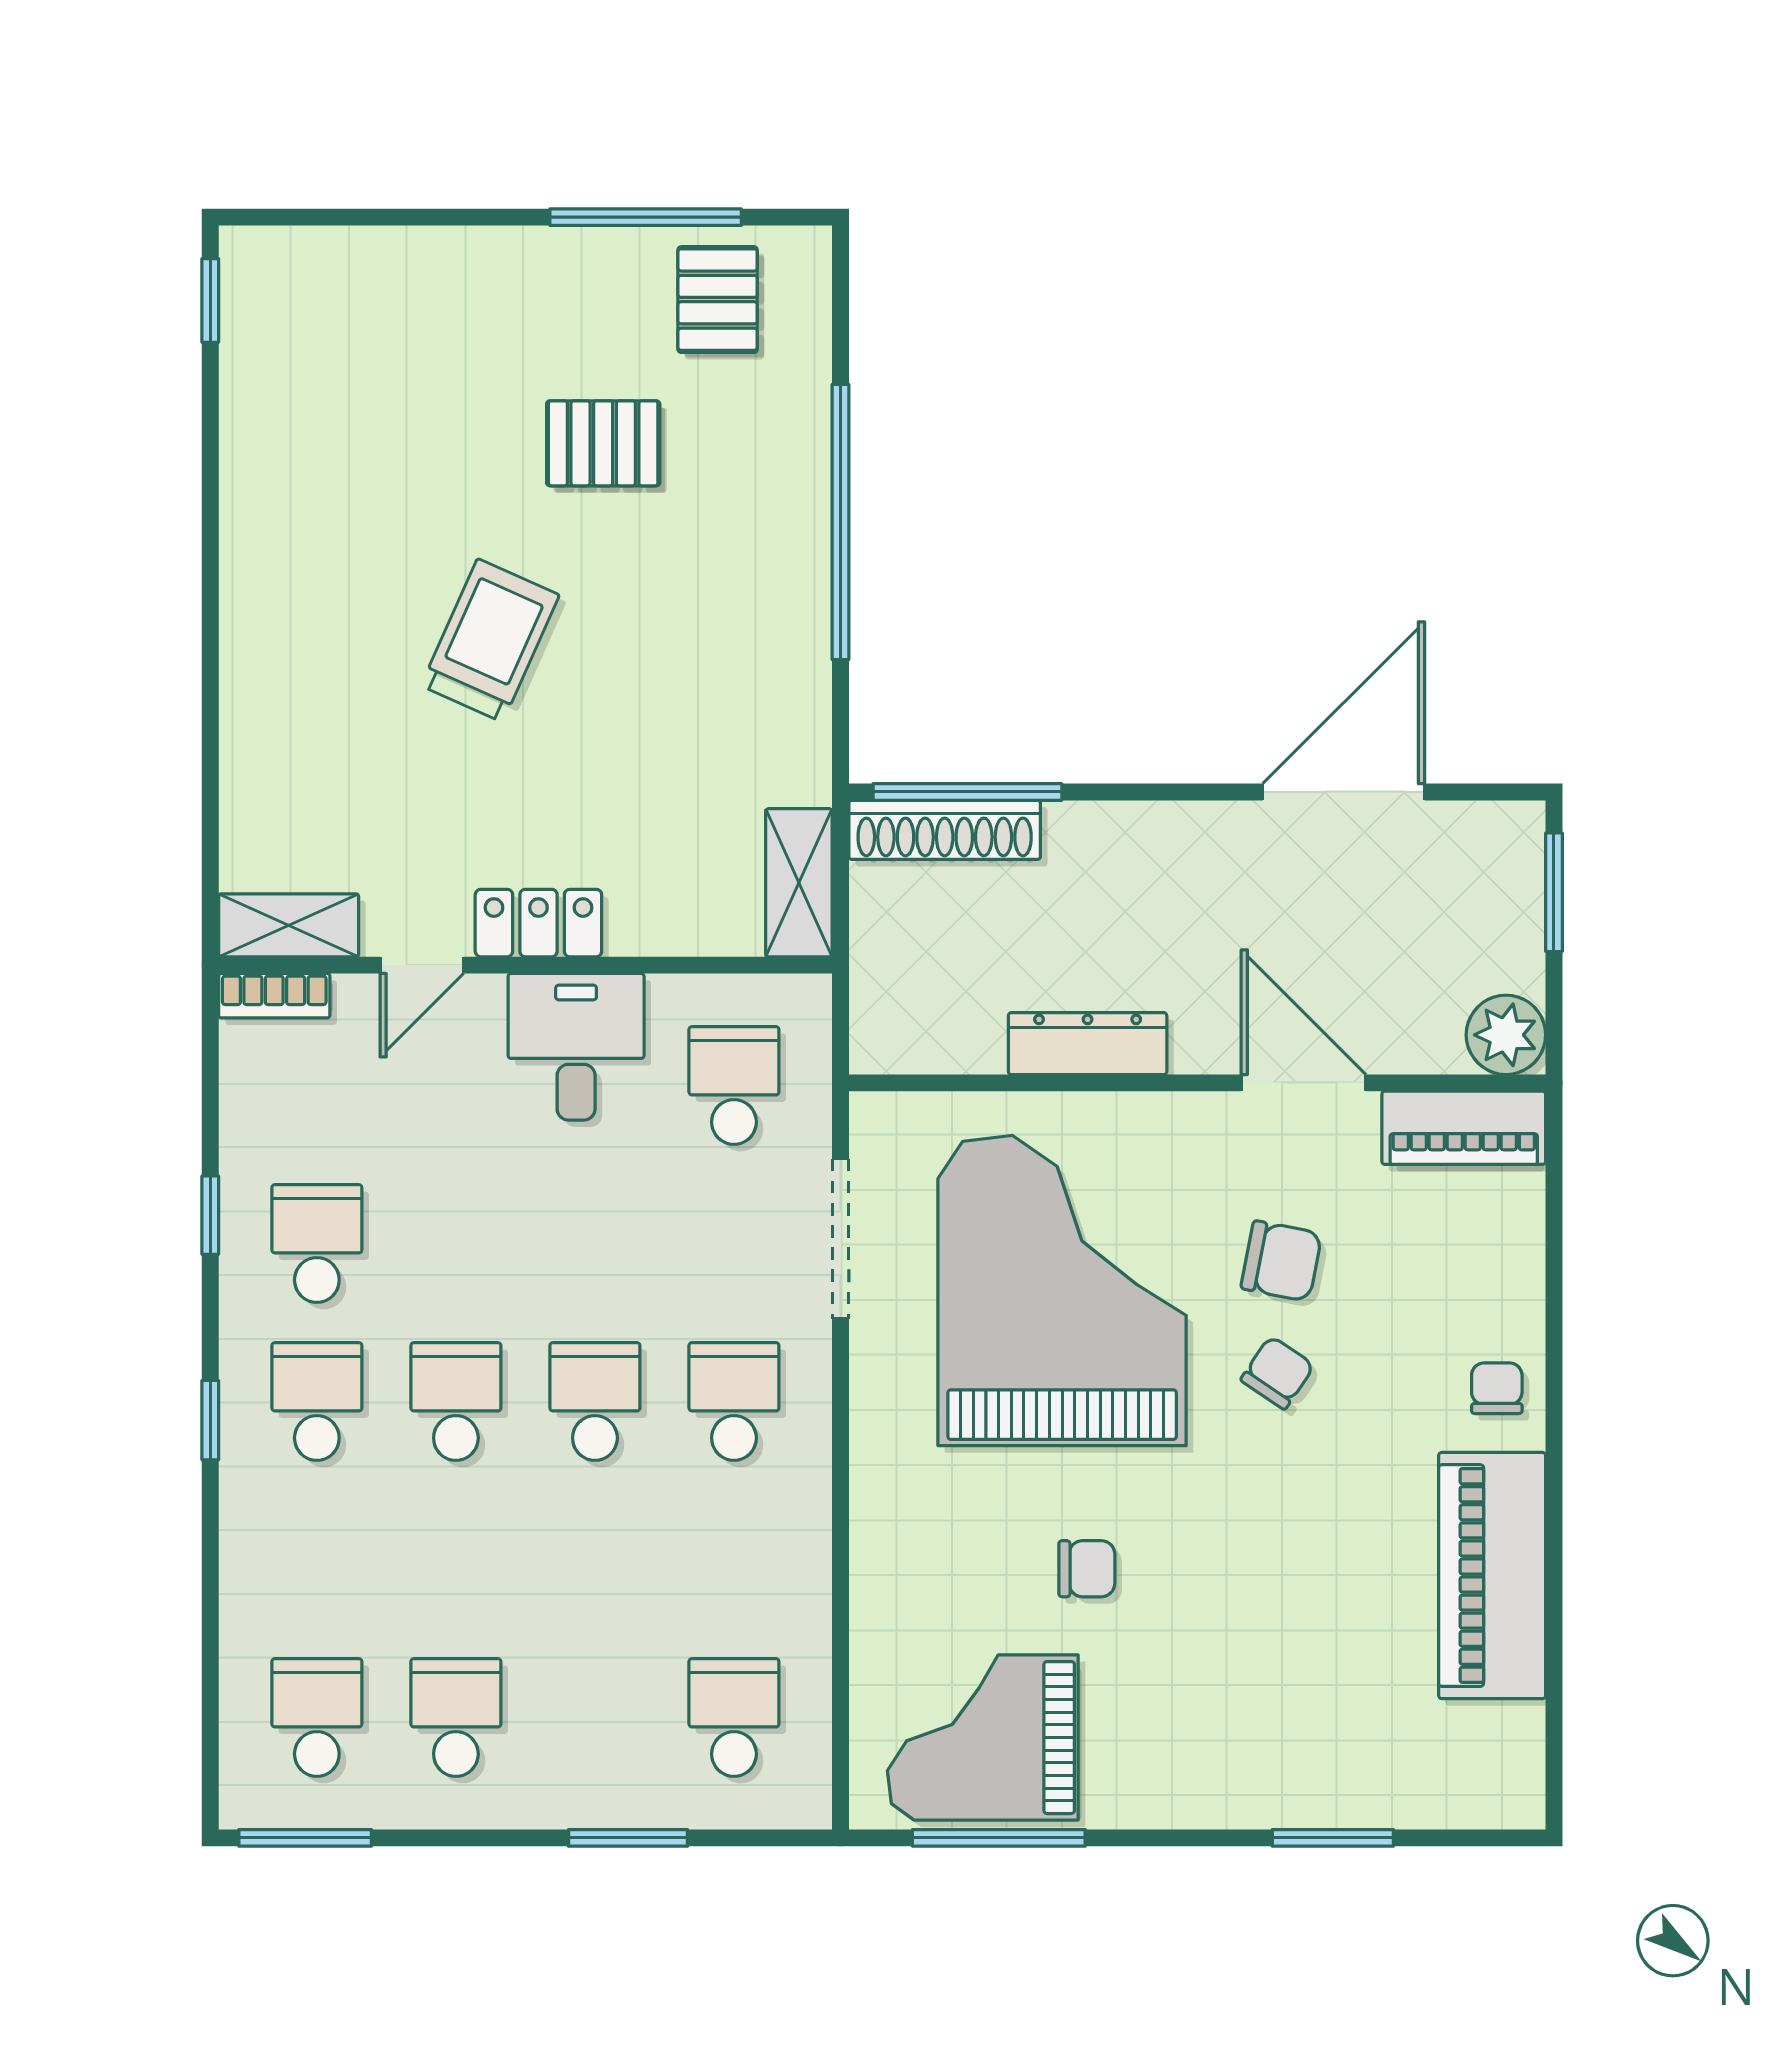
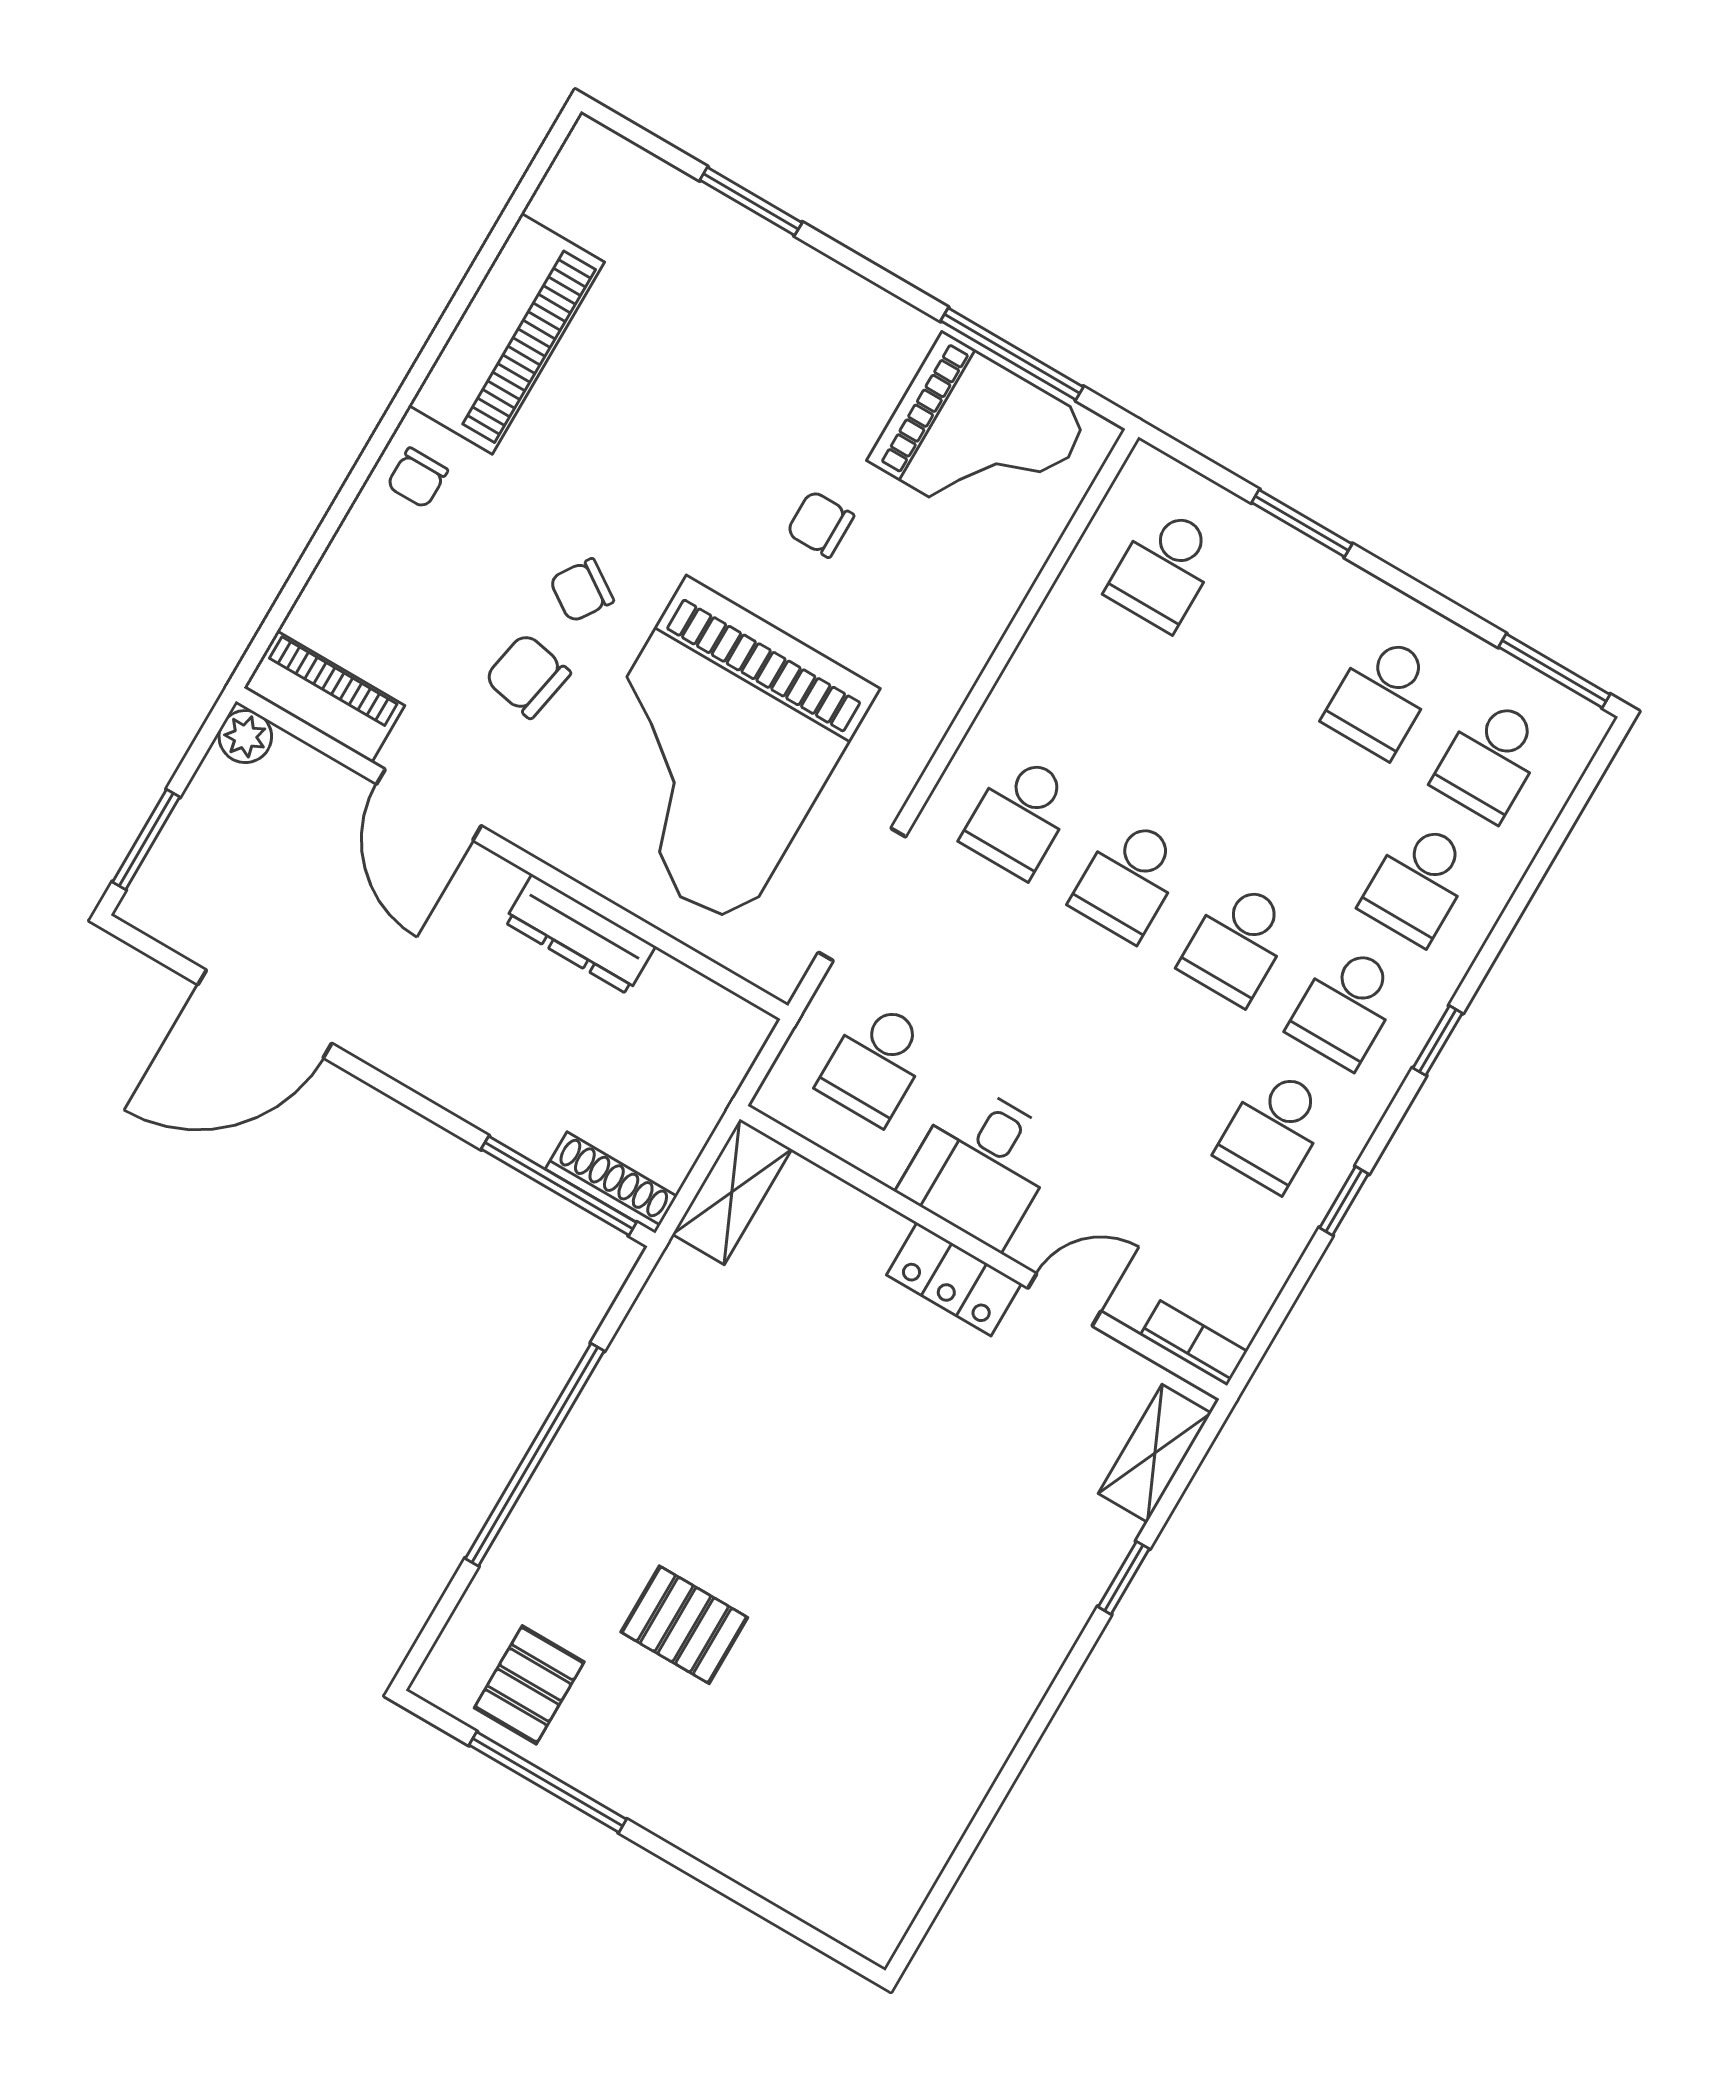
window: (210, 300) -> (1124, 1578), moved
trolley: (490, 640) -> (863, 1522), removed
shoe rack: (945, 830) -> (611, 1183), width x0.74, depth x0.81
shelving: (289, 925) -> (1155, 1453), moved, turned 90
plant: (1506, 1035) -> (245, 737), width x0.73, depth x0.73
school desk: (317, 1559) -> (1418, 883), added

